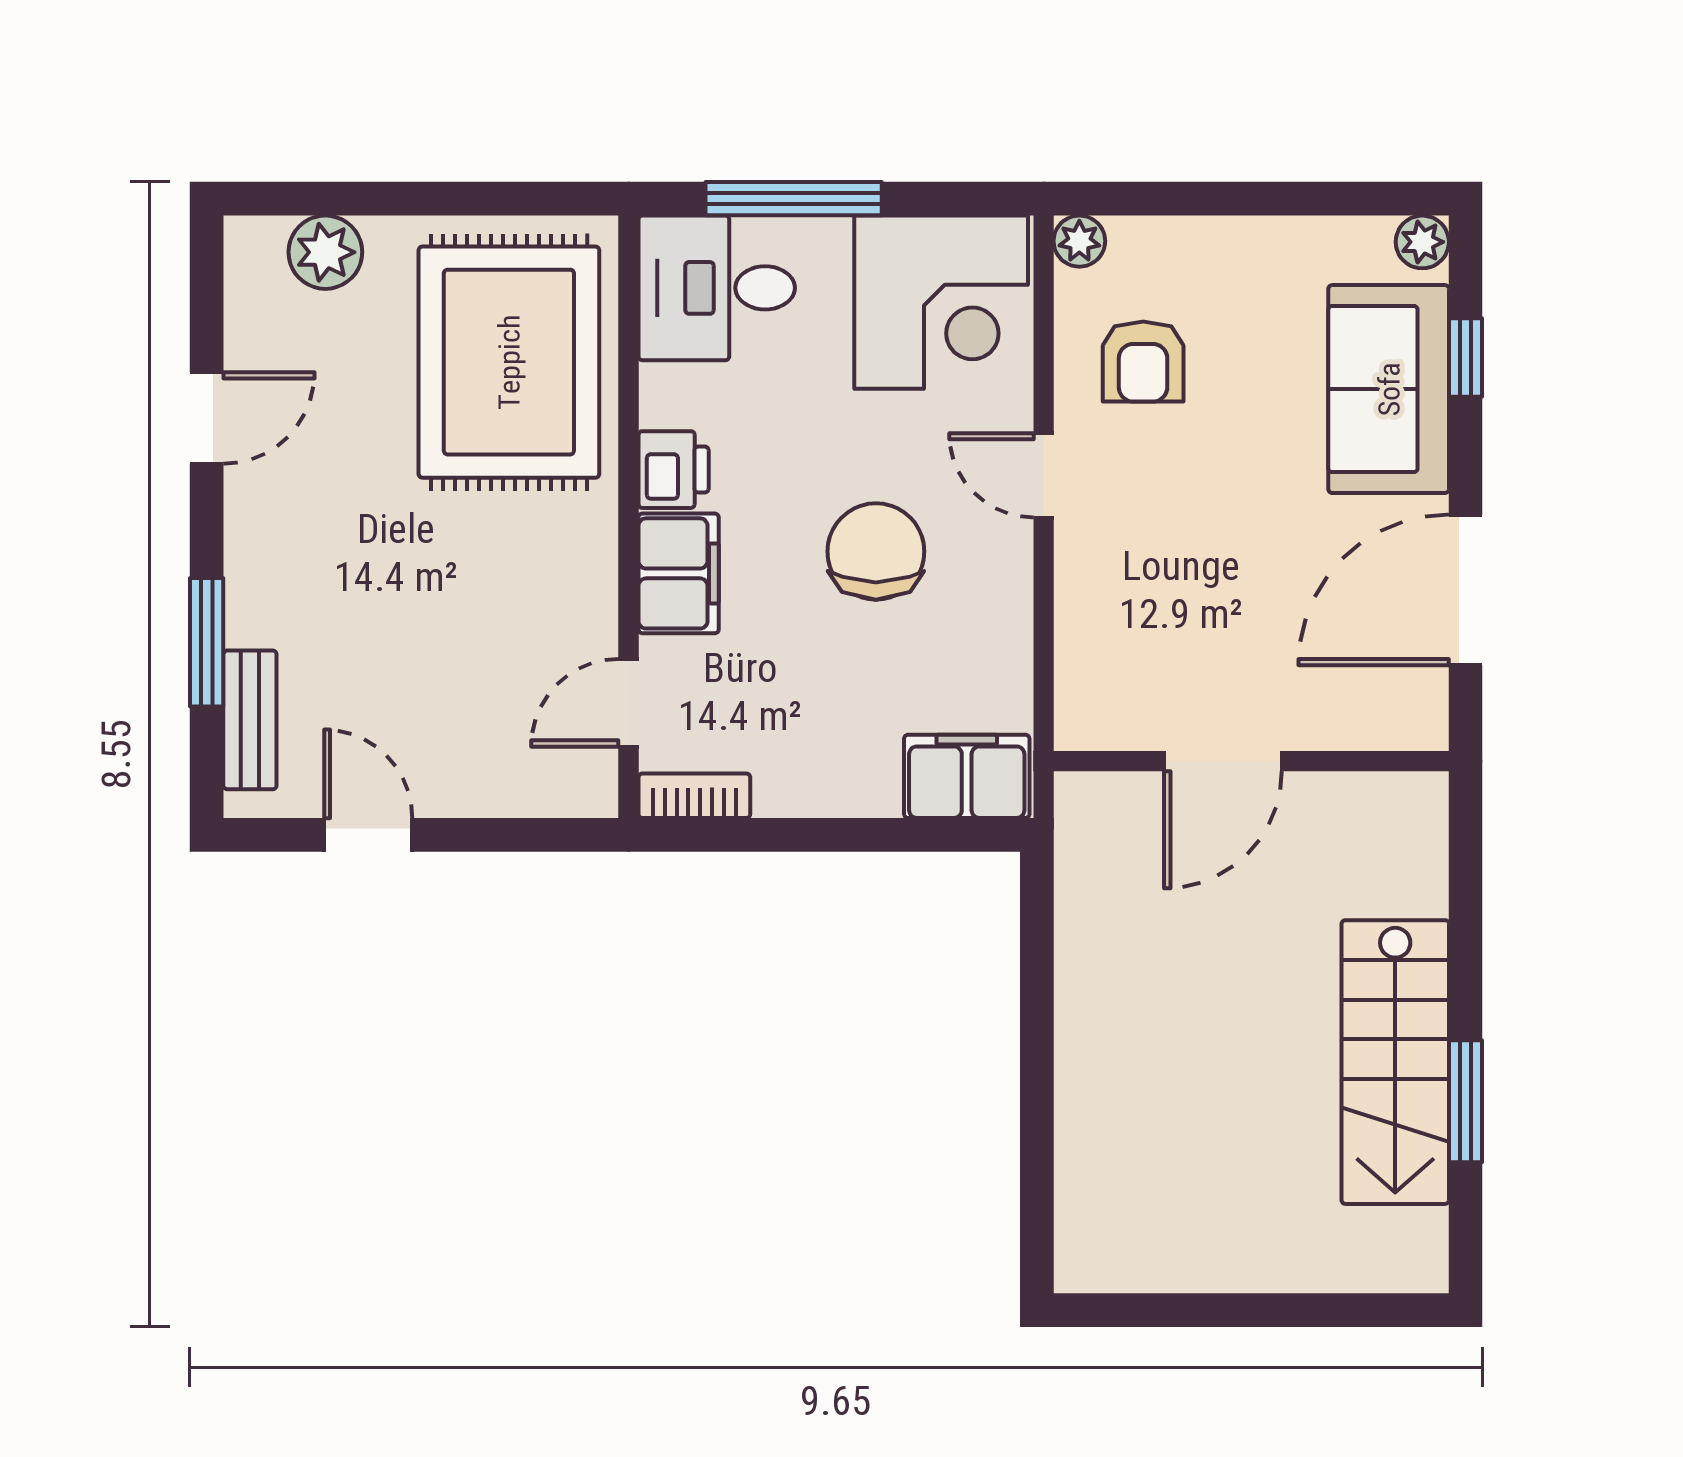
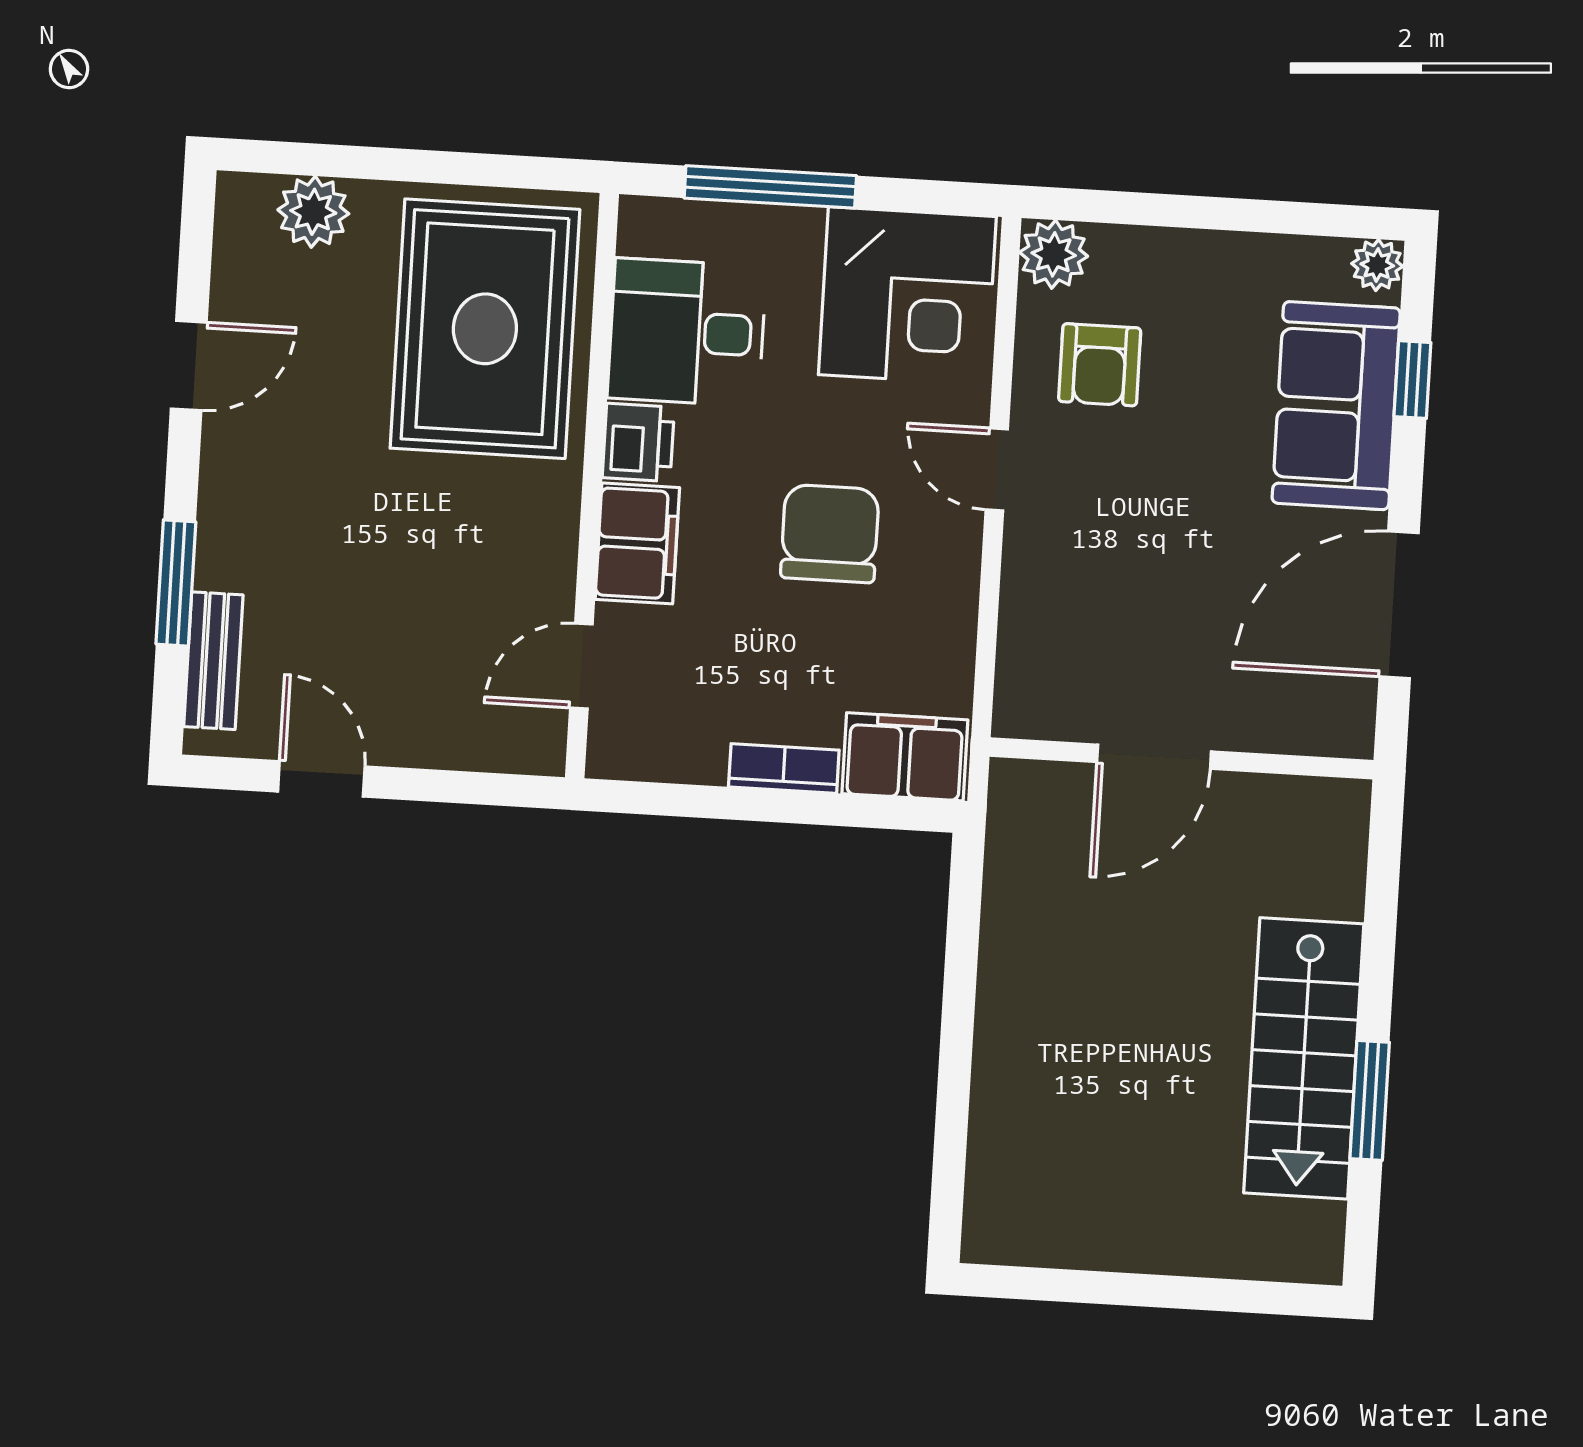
plant: (1079, 241) -> (1054, 254), width x1.38, depth x1.38
desk: (717, 288) -> (687, 332), moved
bookcase: (694, 796) -> (784, 768), moved

